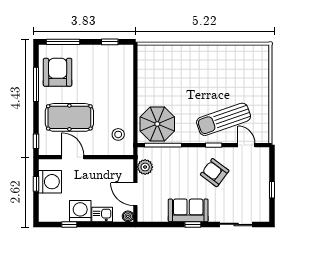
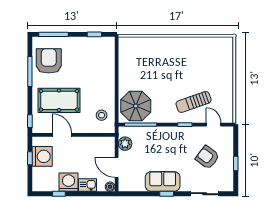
sun lounger: (224, 119) -> (194, 102), width x0.73, depth x0.75
armchair: (215, 173) -> (207, 157), moved

